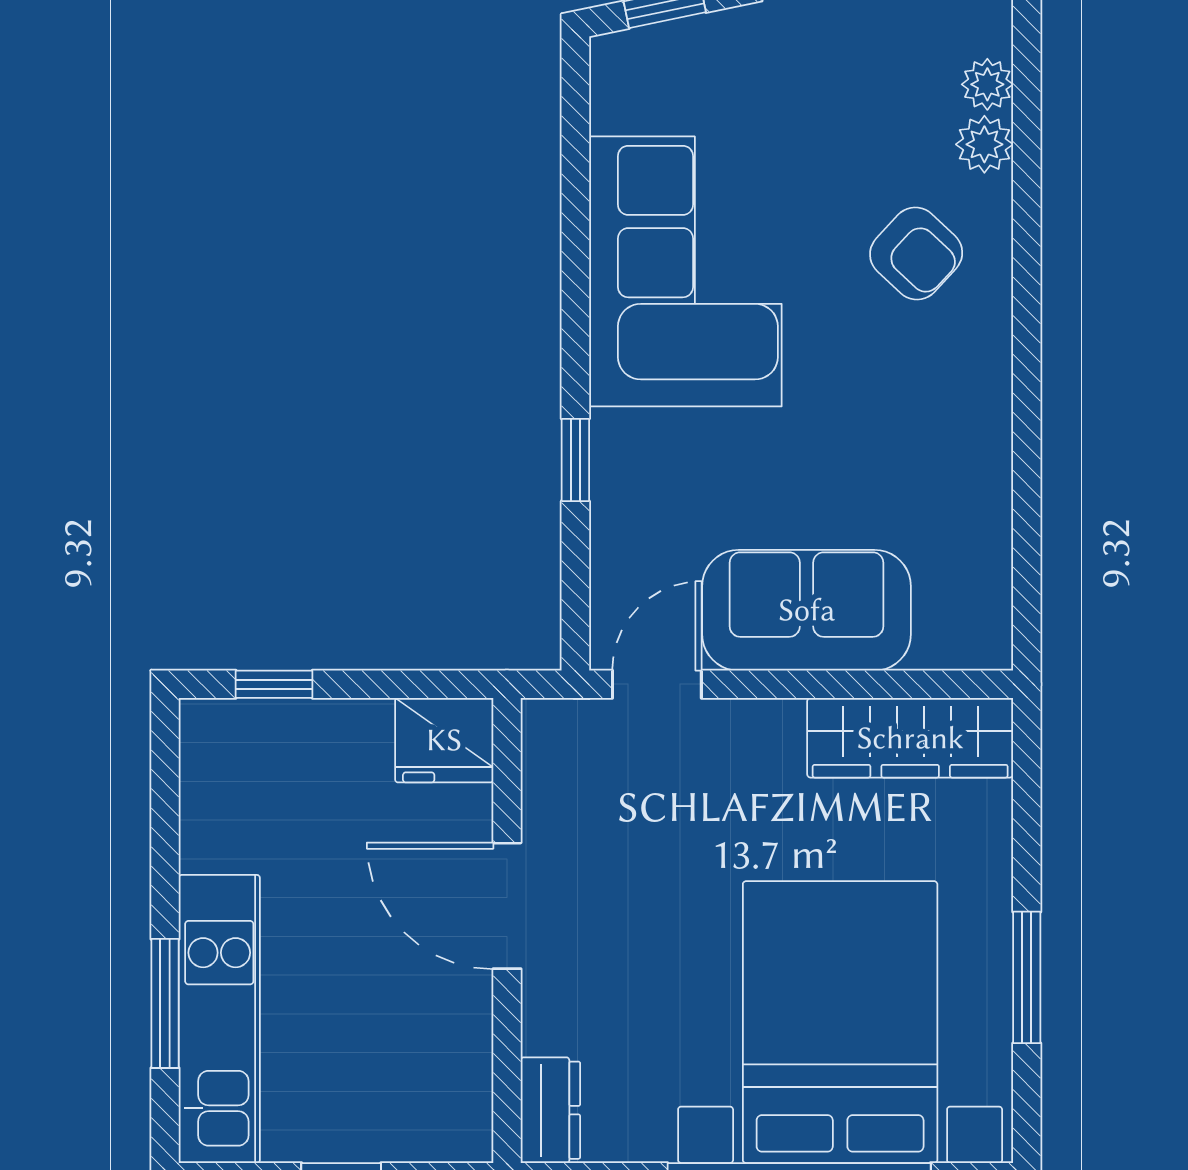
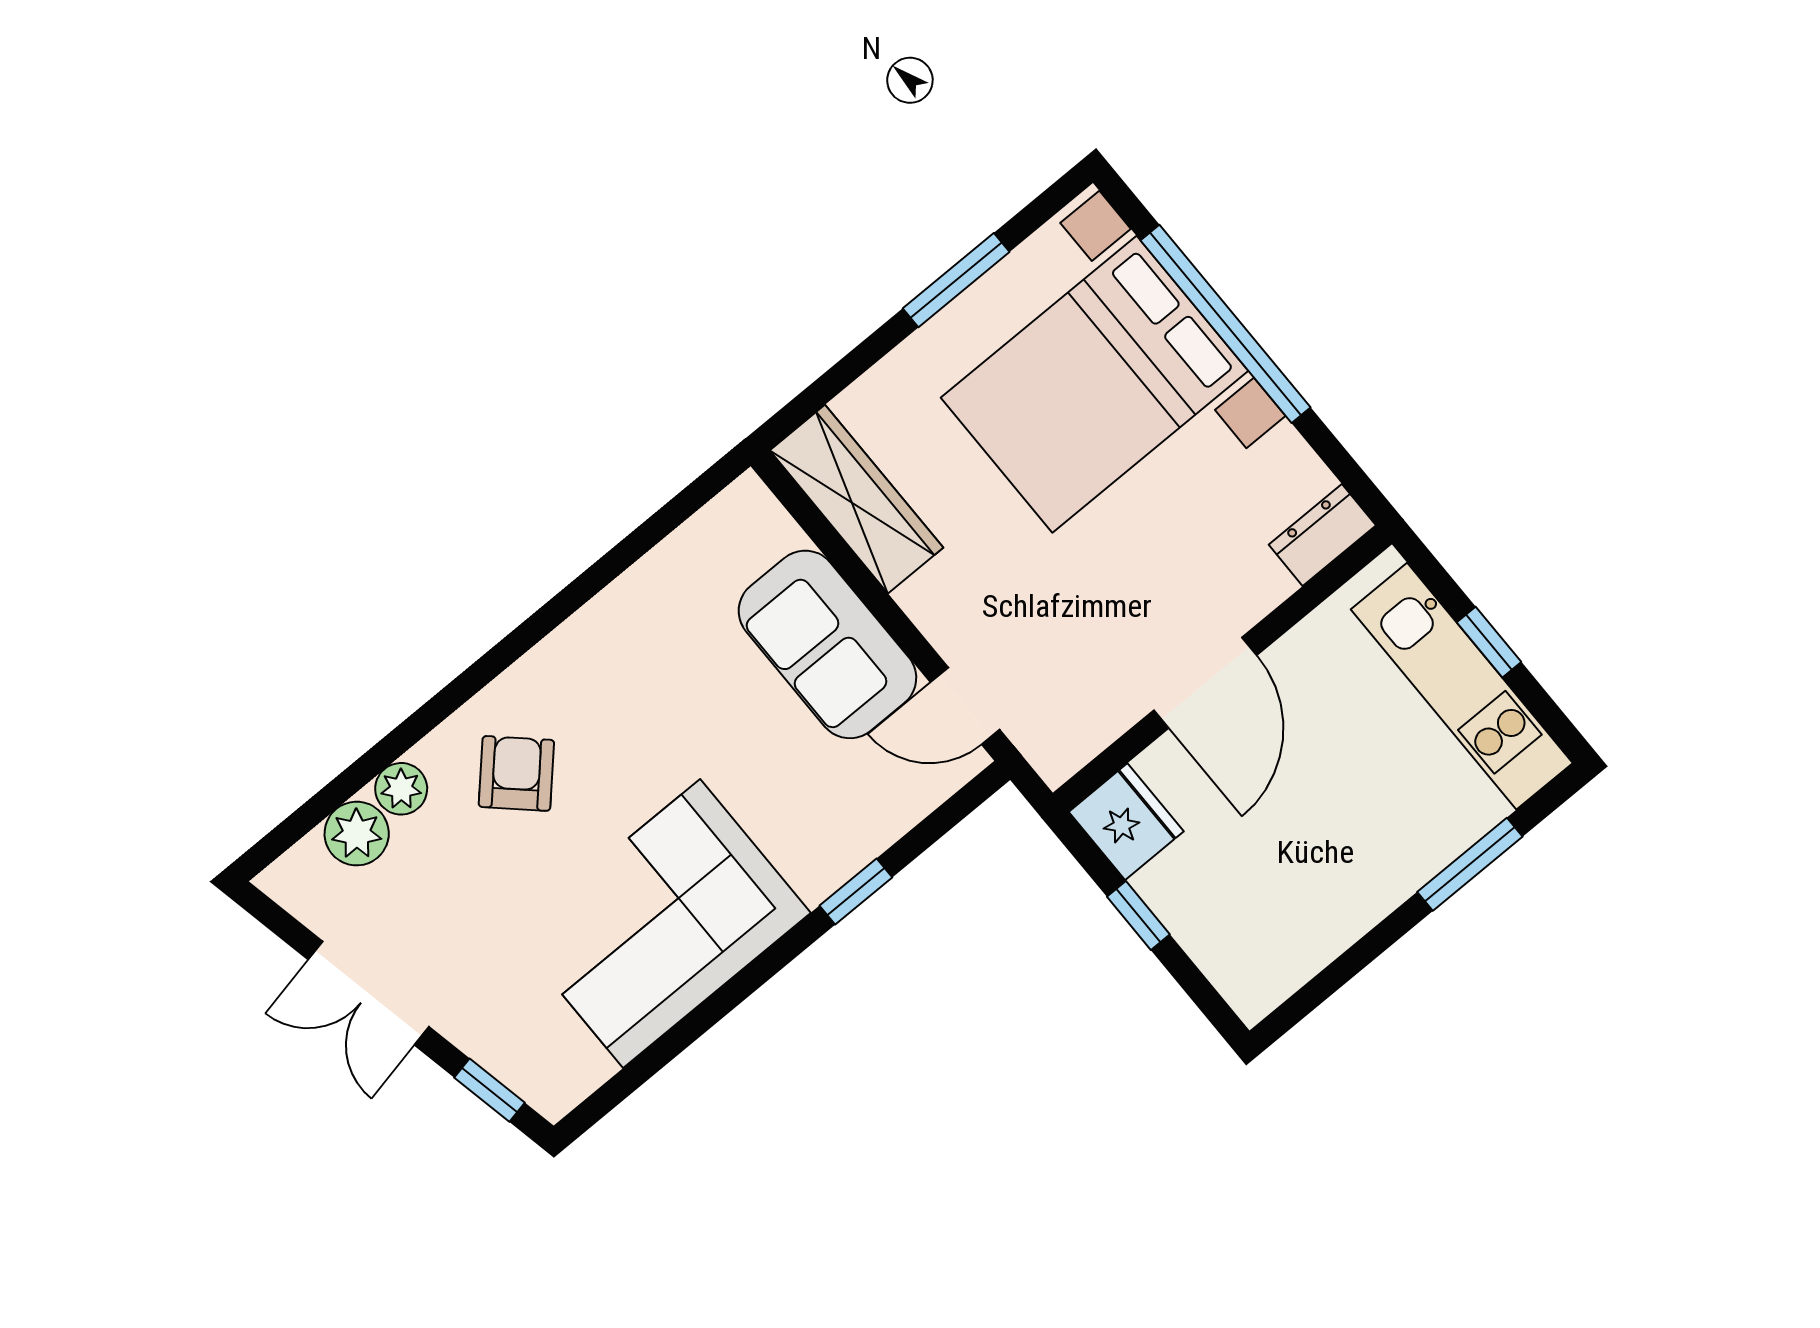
plant: (987, 84) -> (357, 834), width x1.38, depth x1.38
window: (274, 684) -> (1138, 916), moved
kitchen unit: (219, 1019) -> (1462, 686), moved, turned -90

